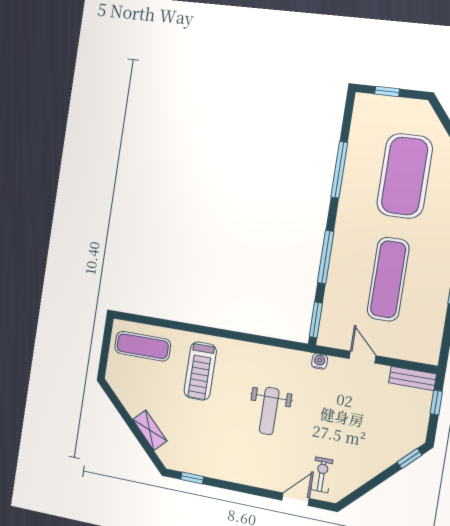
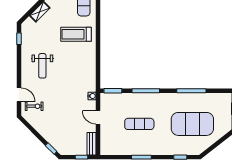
exercise mat: (388, 279) -> (139, 124), width x0.73, depth x0.69
door: (363, 357) -> (98, 117), swing flipped
weight bench: (269, 411) -> (42, 66), moved, turned -90

